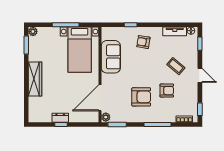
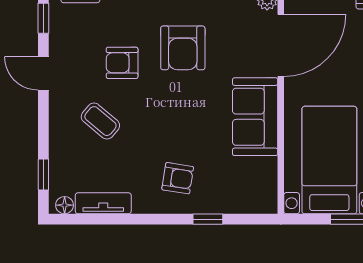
sofa: (111, 57) -> (255, 117), moved
door: (200, 75) -> (43, 73), moved
armchair: (141, 97) -> (183, 48), turned -90

